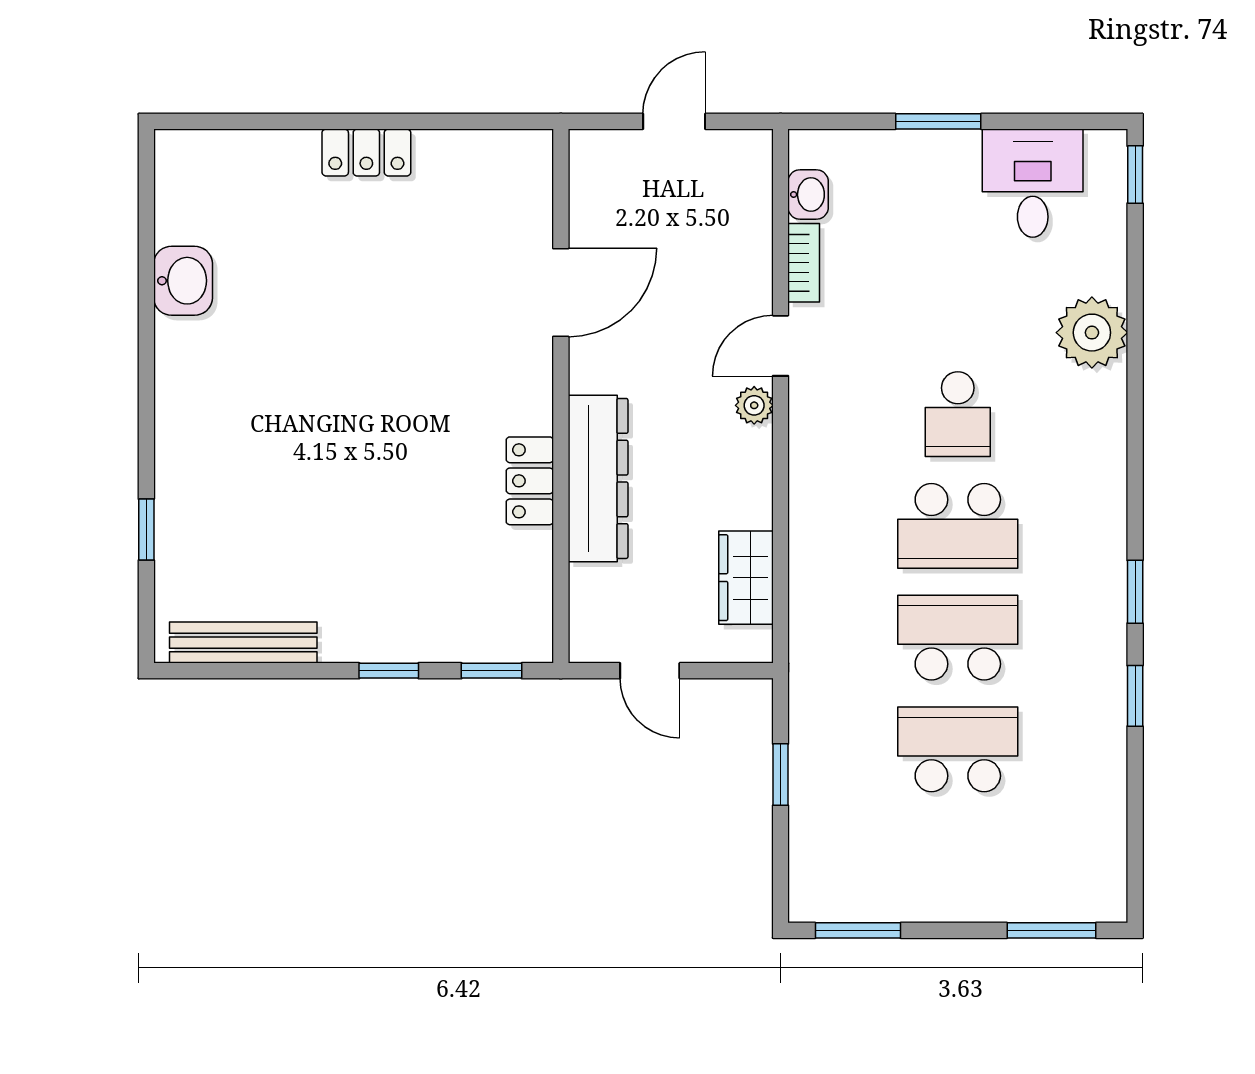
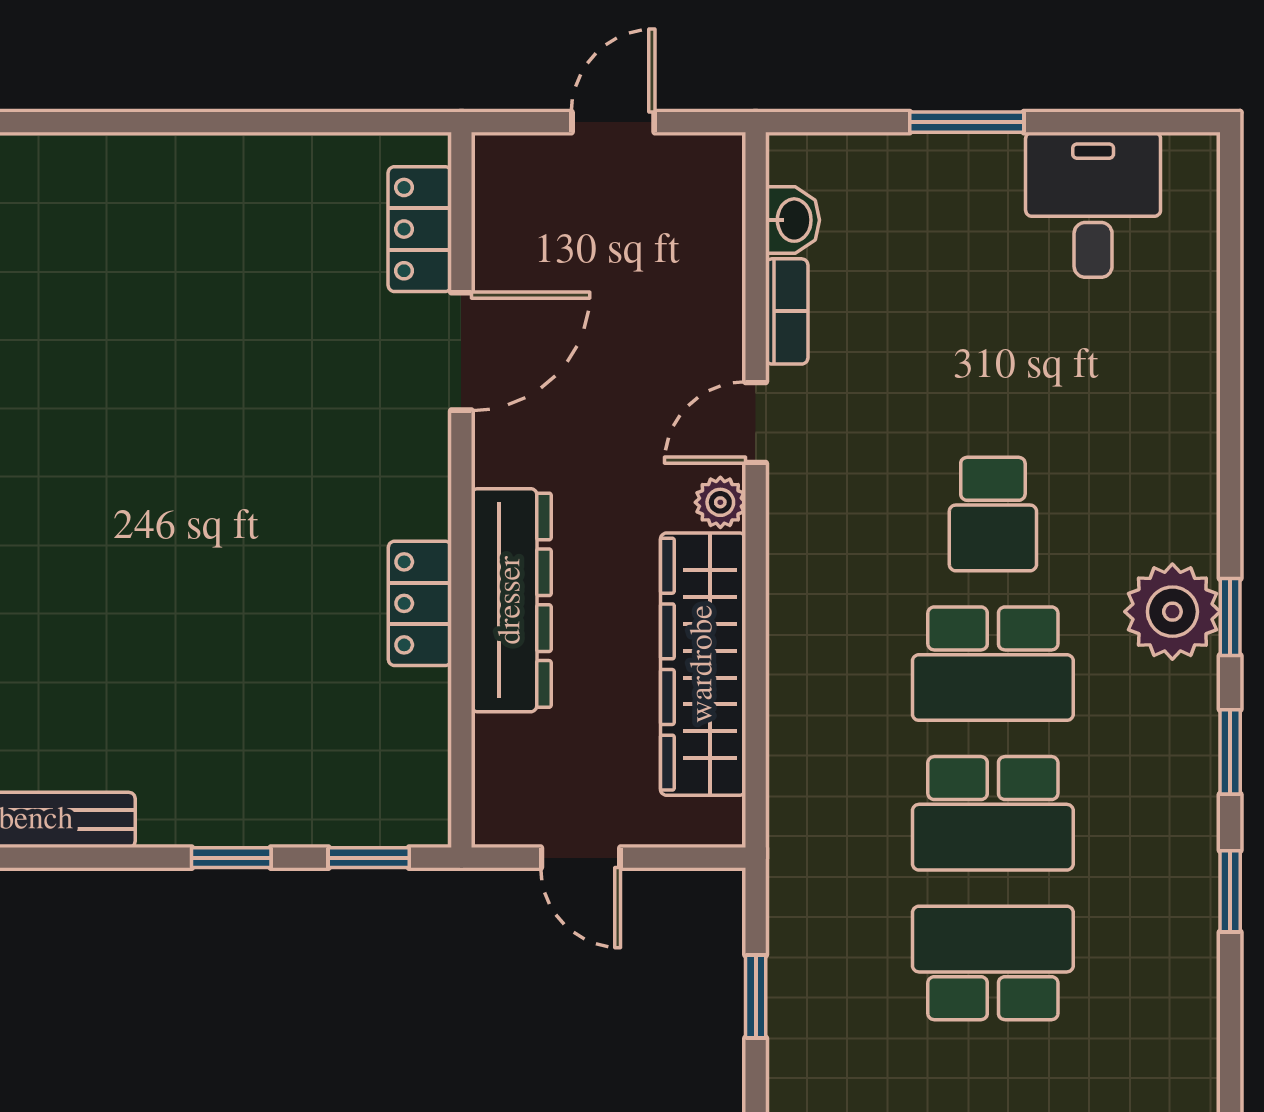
locker: (366, 152) -> (420, 229), moved, turned 90
window: (1135, 175) -> (1230, 617), moved
plant: (1092, 333) -> (1172, 612), moved
wardrobe: (746, 578) -> (703, 664), width x2.10, depth x1.17
school desk: (958, 638) -> (993, 813), turned 180

